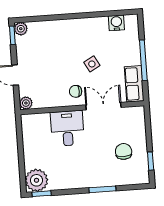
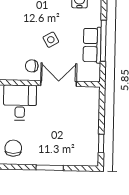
row of seats: (134, 84) -> (92, 45), moved
chair: (124, 151) -> (13, 148), moved

